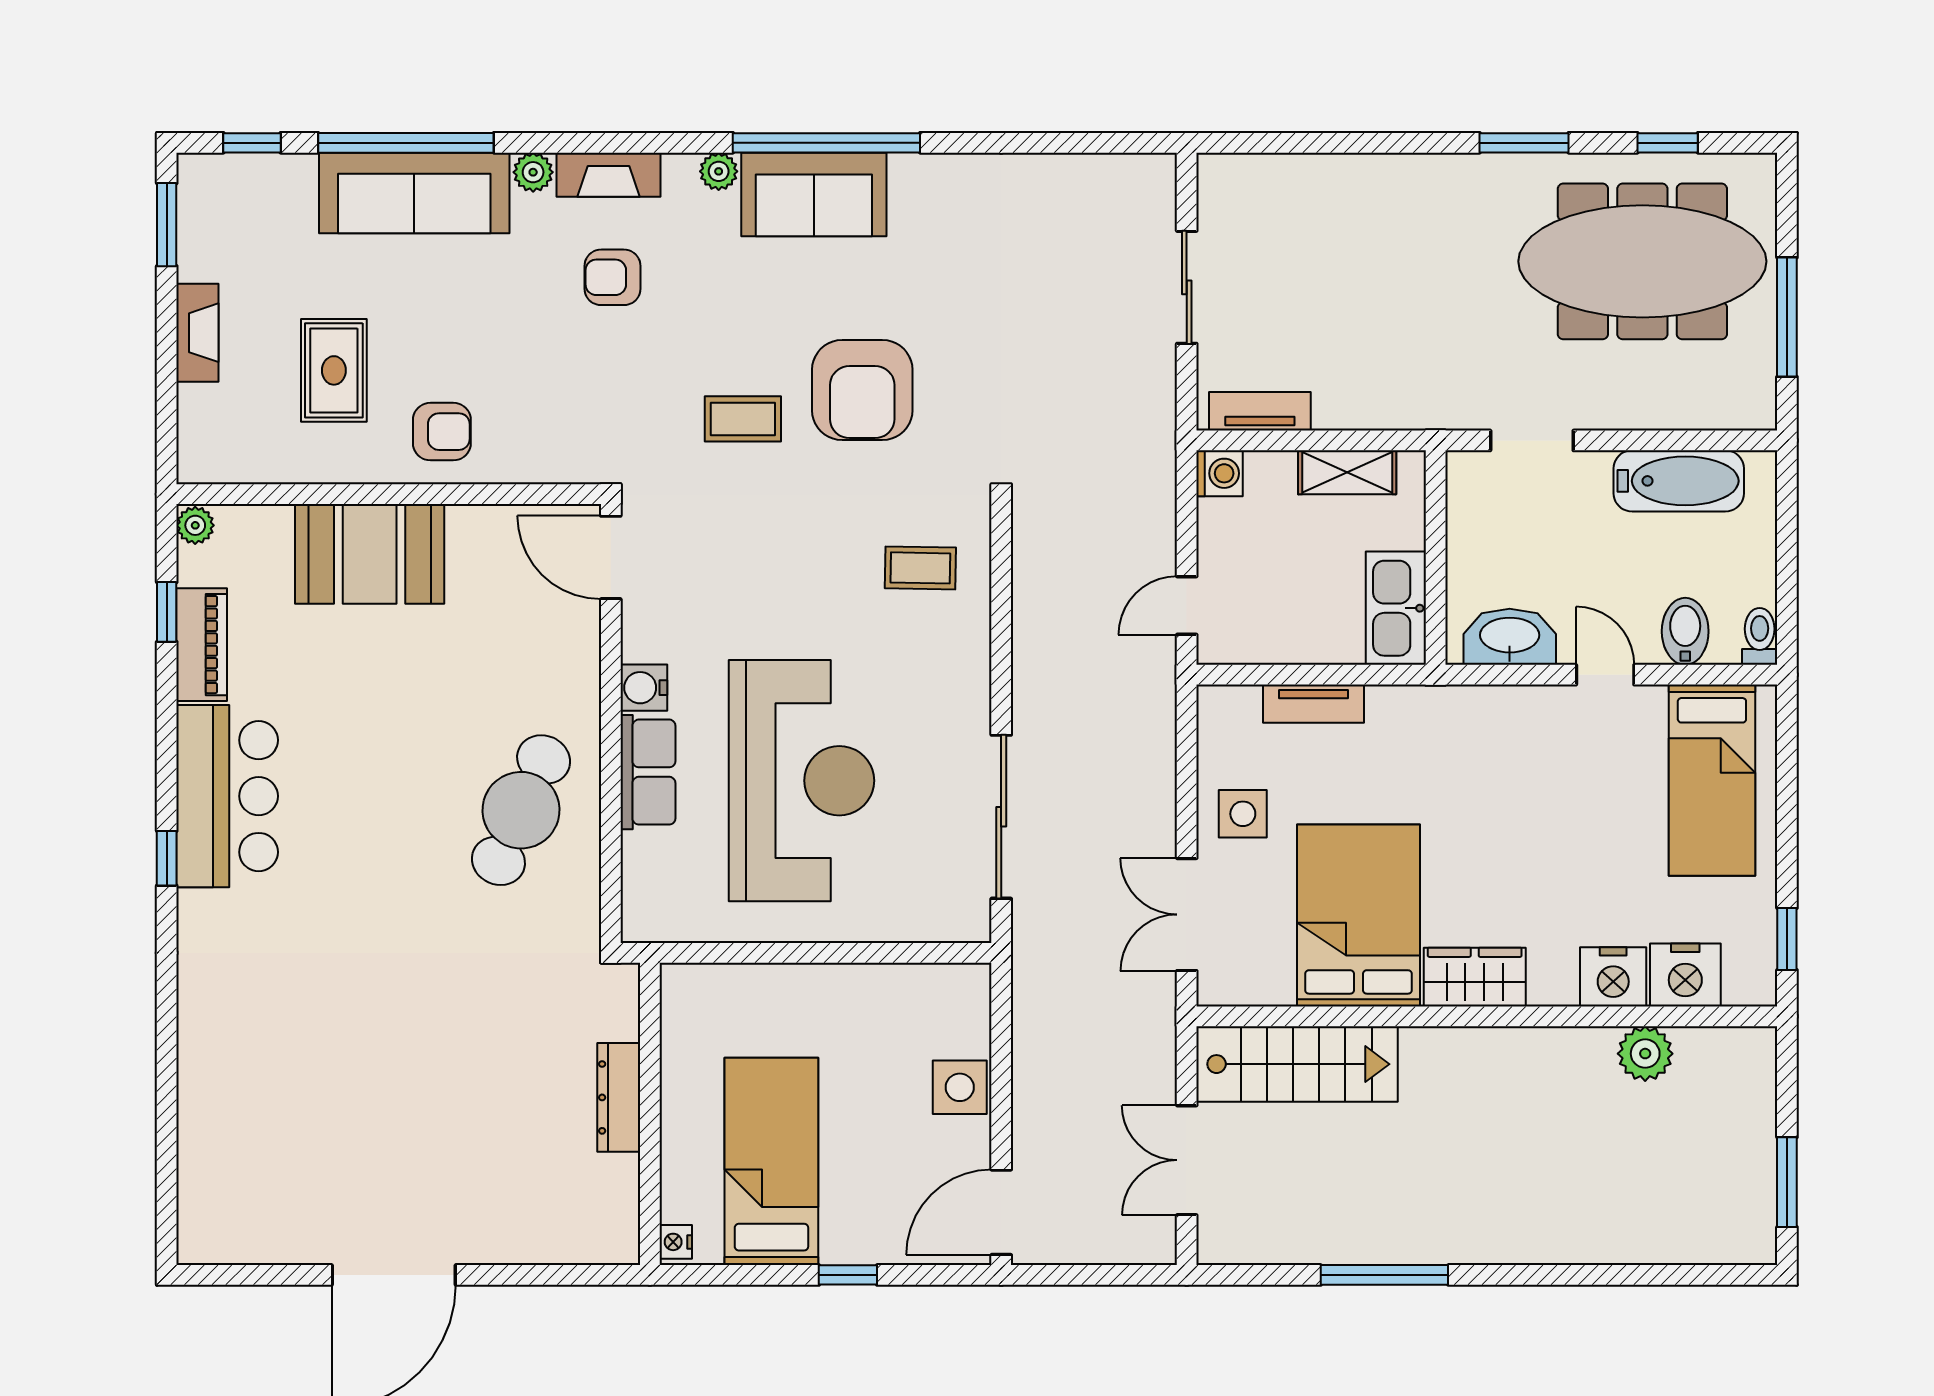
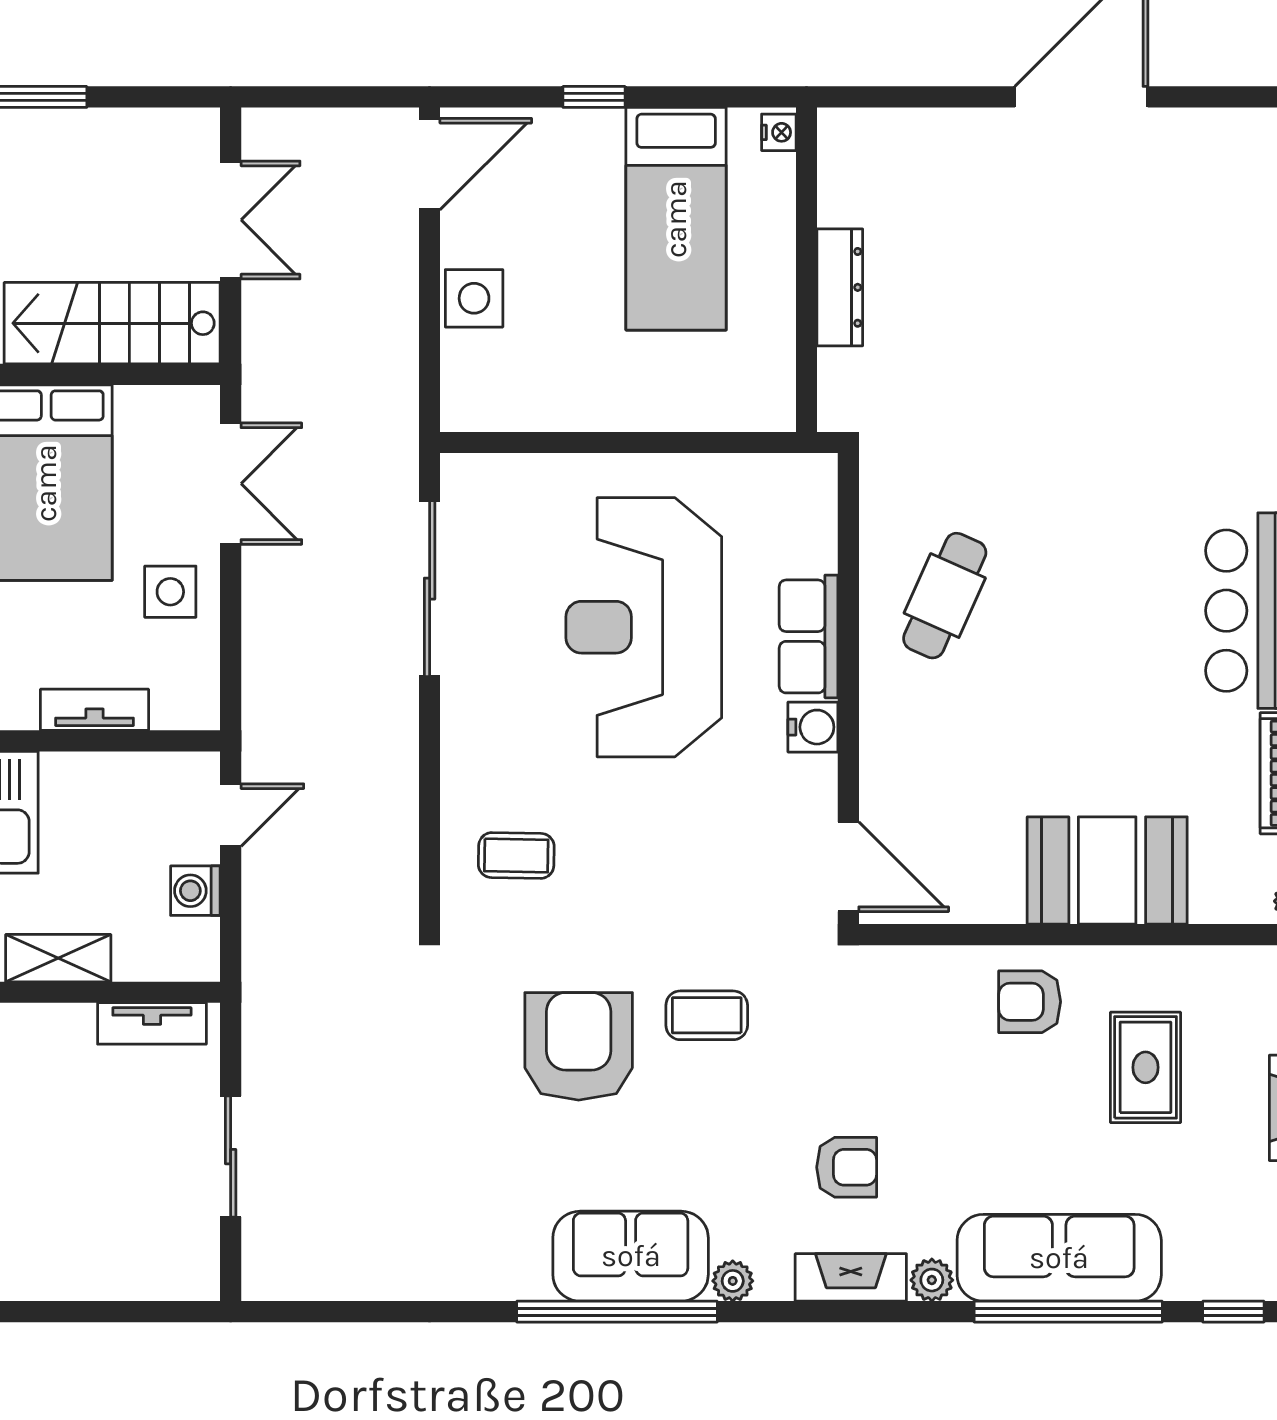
washing machine: (1220, 473) -> (195, 891), moved
cafe table: (521, 810) -> (945, 596), width x0.73, depth x0.74

